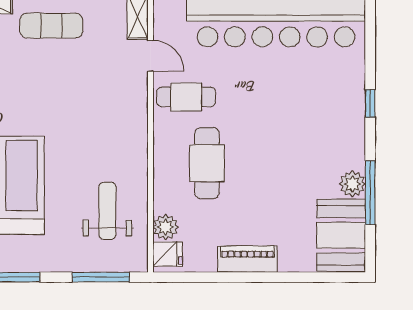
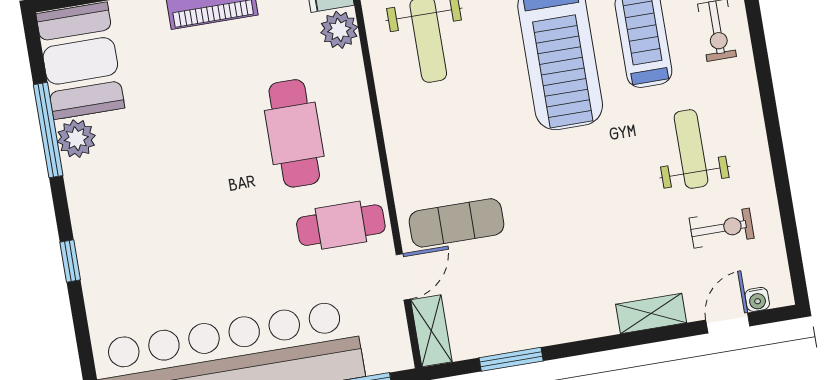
exercise mat: (51, 26) -> (456, 223), moved
door: (150, 56) -> (403, 277), swing flipped

